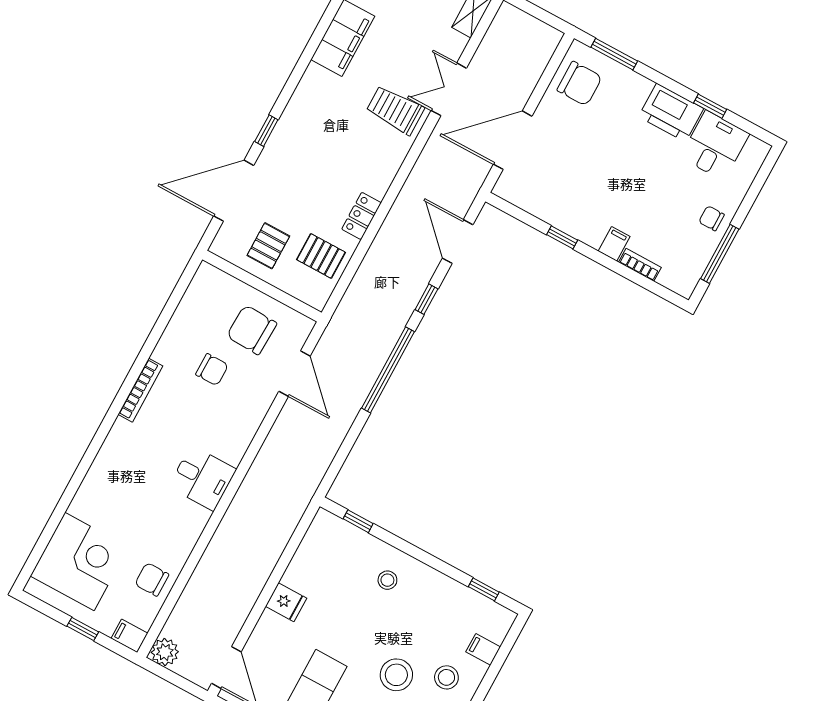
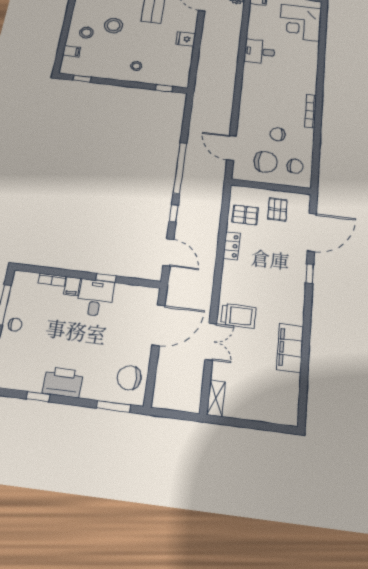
desk: (715, 146) -> (95, 298), moved, turned 180
desk: (202, 478) -> (260, 52), moved
chair: (152, 579) -> (295, 166), moved

